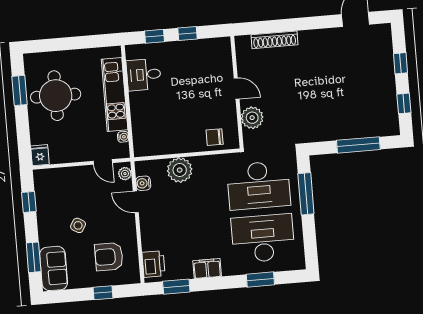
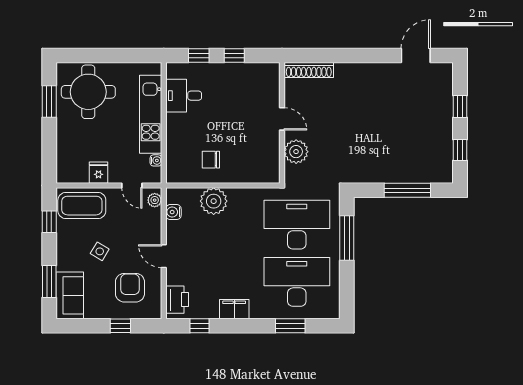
shoe rack: (275, 40) -> (309, 70), moved
round table: (56, 96) -> (88, 92), moved
chair: (215, 137) -> (211, 160), moved
fridge: (40, 155) -> (99, 173), moved
coffee table: (58, 184) -> (82, 206), added
desk: (259, 185) -> (297, 225), turned 180
door: (136, 202) -> (164, 256), moved
armchair: (109, 257) -> (130, 288), turned 90
window: (176, 287) -> (200, 326), width x0.67

